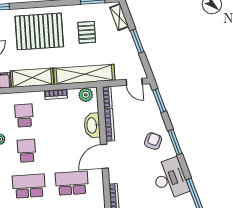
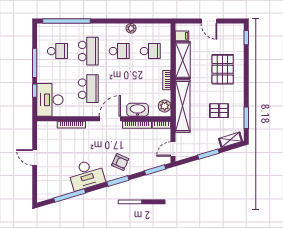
pallet: (39, 31) -> (223, 69), width x0.73, depth x0.71
door: (104, 156) -> (110, 119), hinge flipped

